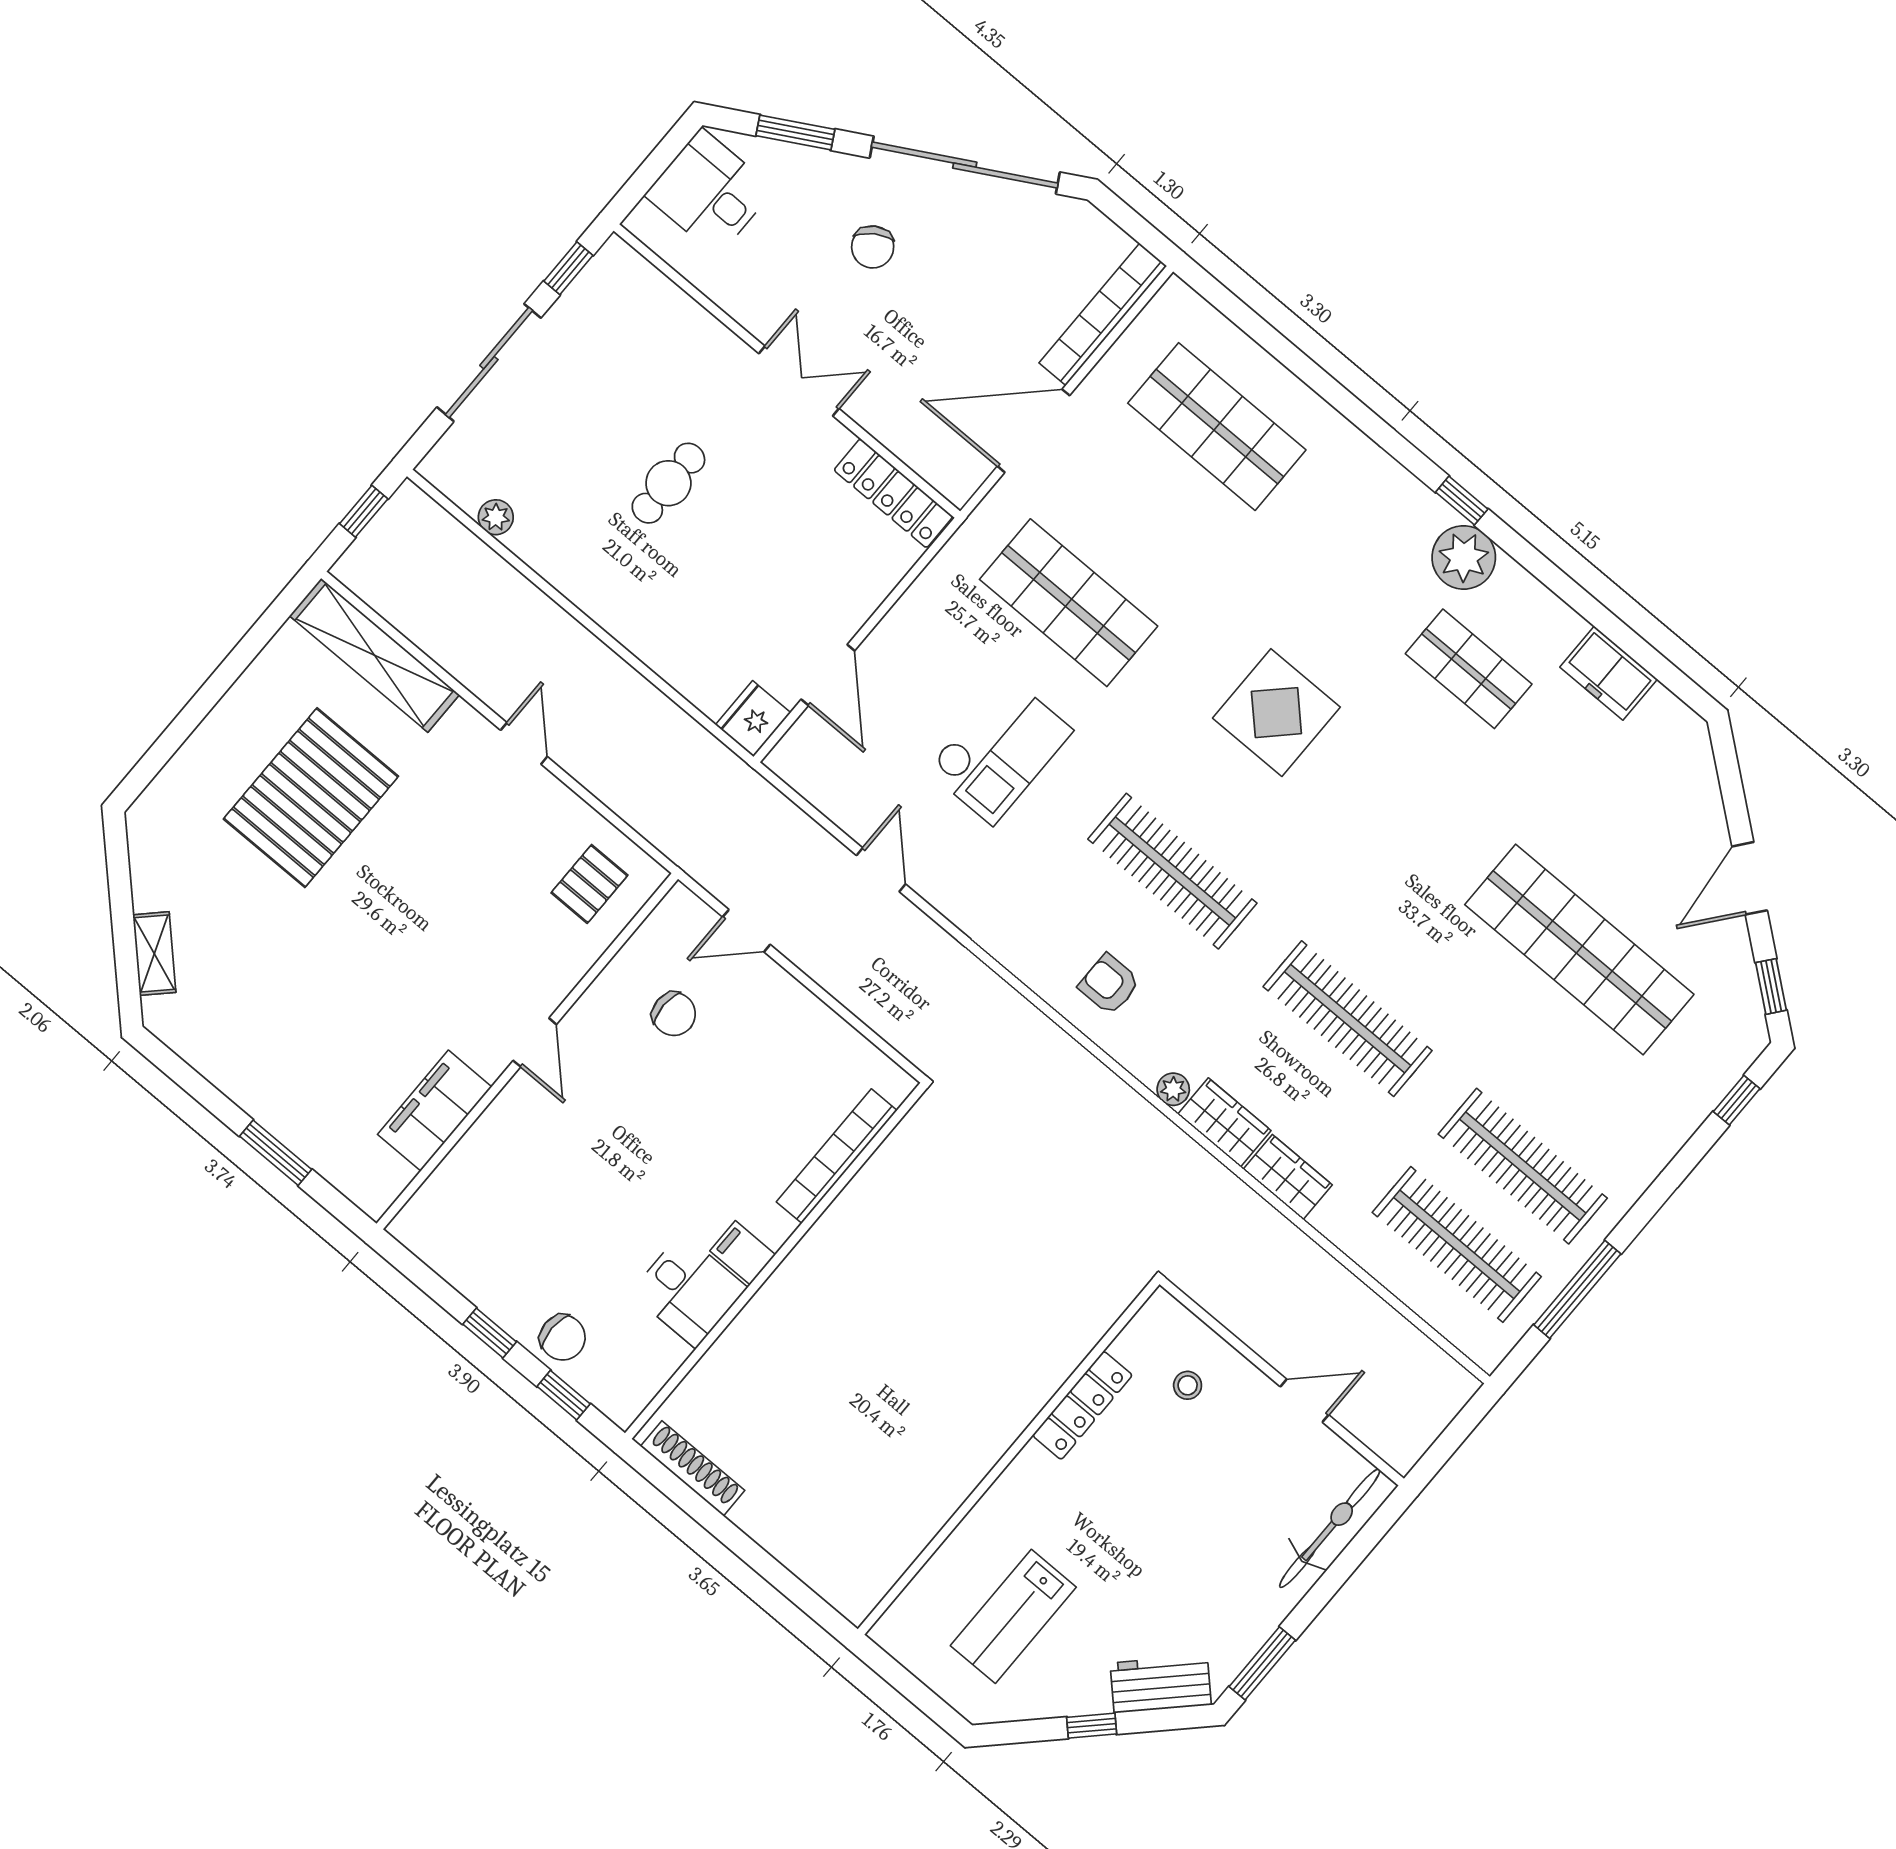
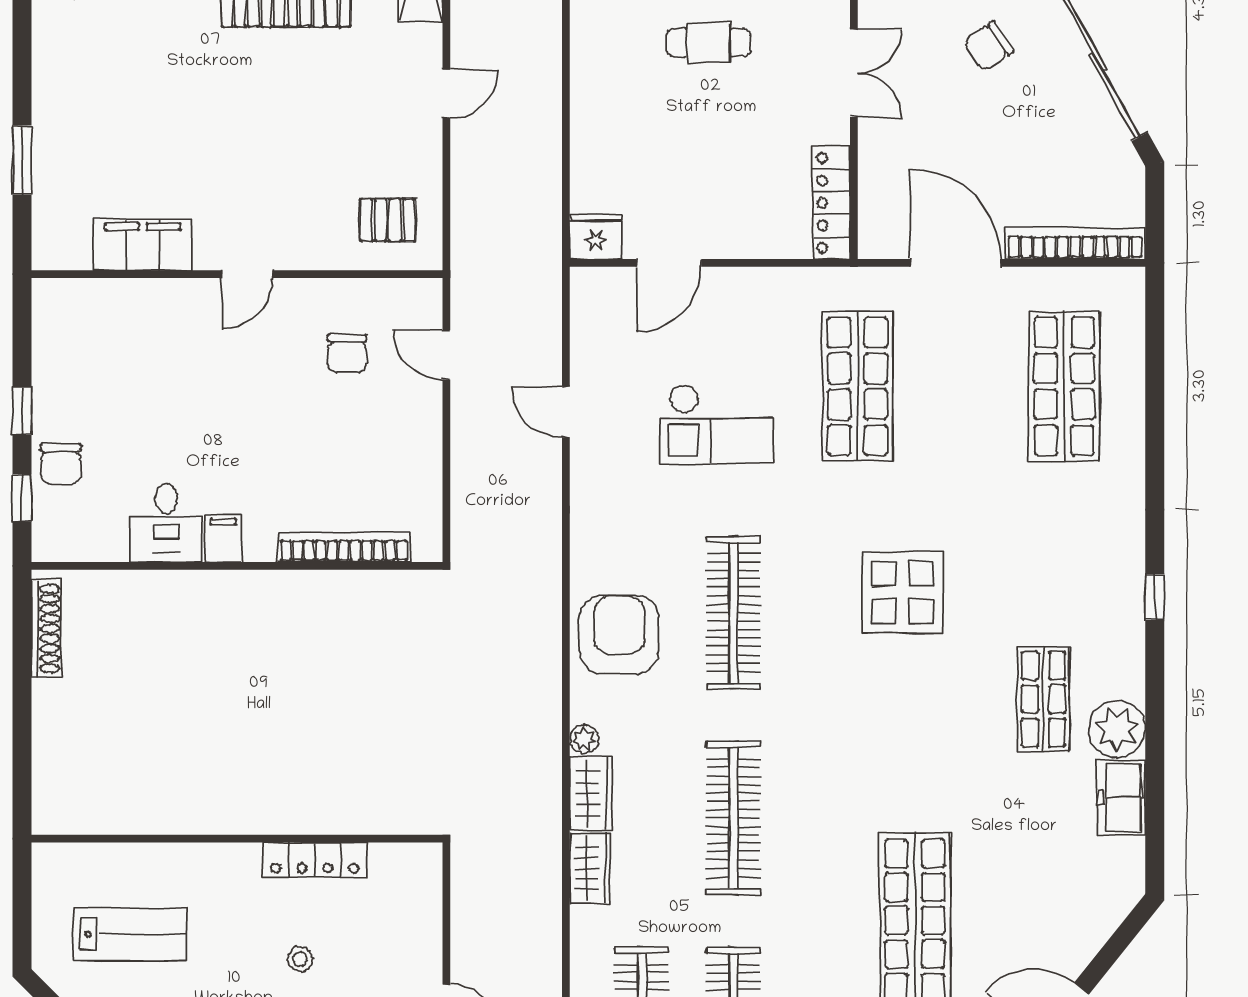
plant: (1464, 557) -> (1117, 729), moved
door: (881, 870) -> (566, 412), swing flipped
armchair: (1109, 984) -> (619, 635), width x1.88, depth x1.88
stool: (1188, 1385) -> (300, 959), moved
lab bench: (1013, 1616) -> (130, 934), turned 180

